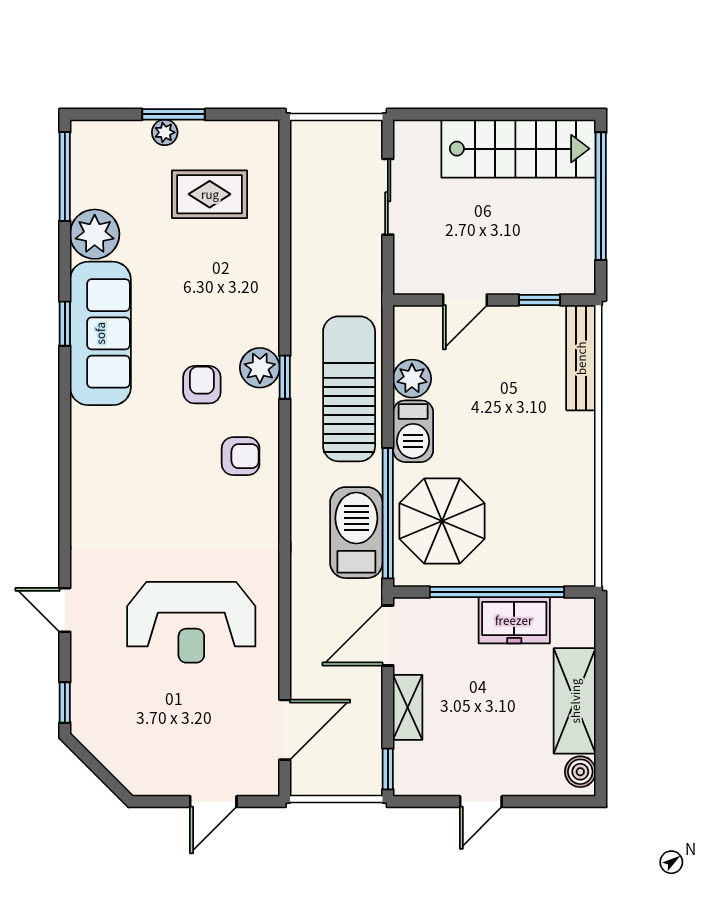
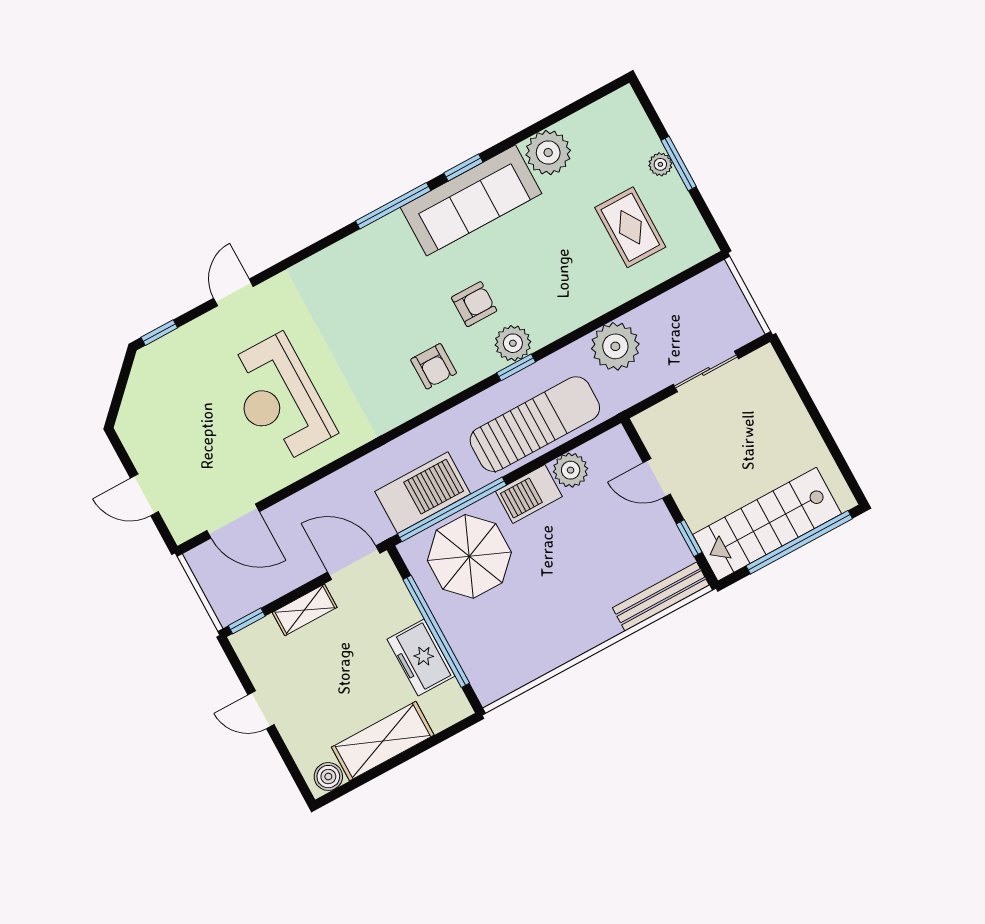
stairs: (519, 149) -> (767, 524), moved, turned 90
window: (65, 177) -> (393, 206), moved
plant: (316, 271) -> (615, 346), added

